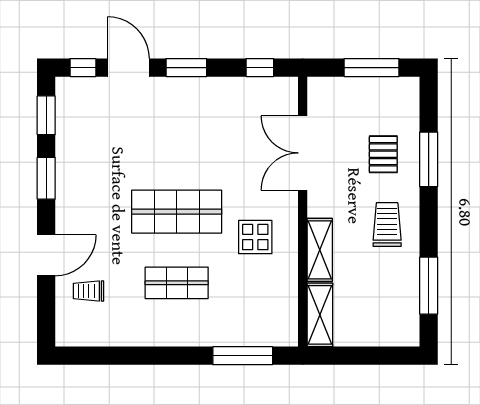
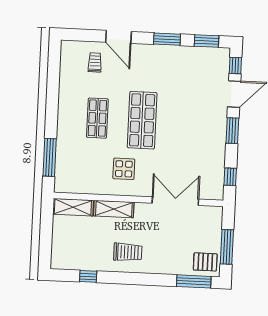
pallet: (383, 154) -> (205, 262), moved
window: (429, 159) -> (194, 281), moved
window: (429, 286) -> (88, 276), width x0.46

